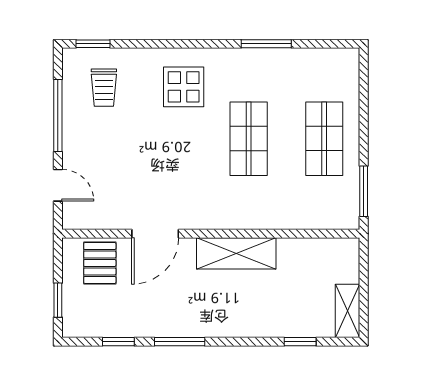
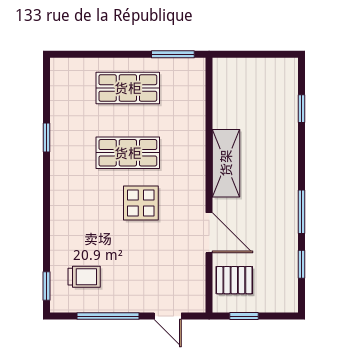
window: (266, 44) -> (47, 138), width x0.67
display table: (184, 87) -> (141, 203), moved
door: (58, 185) -> (168, 316), swing flipped
window: (58, 300) -> (244, 316), moved
shelving: (348, 311) -> (275, 68), removed

